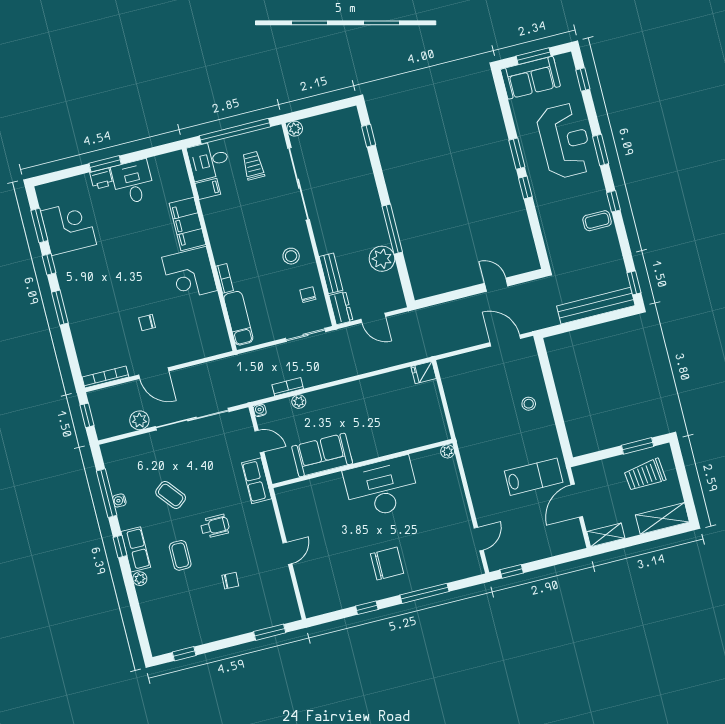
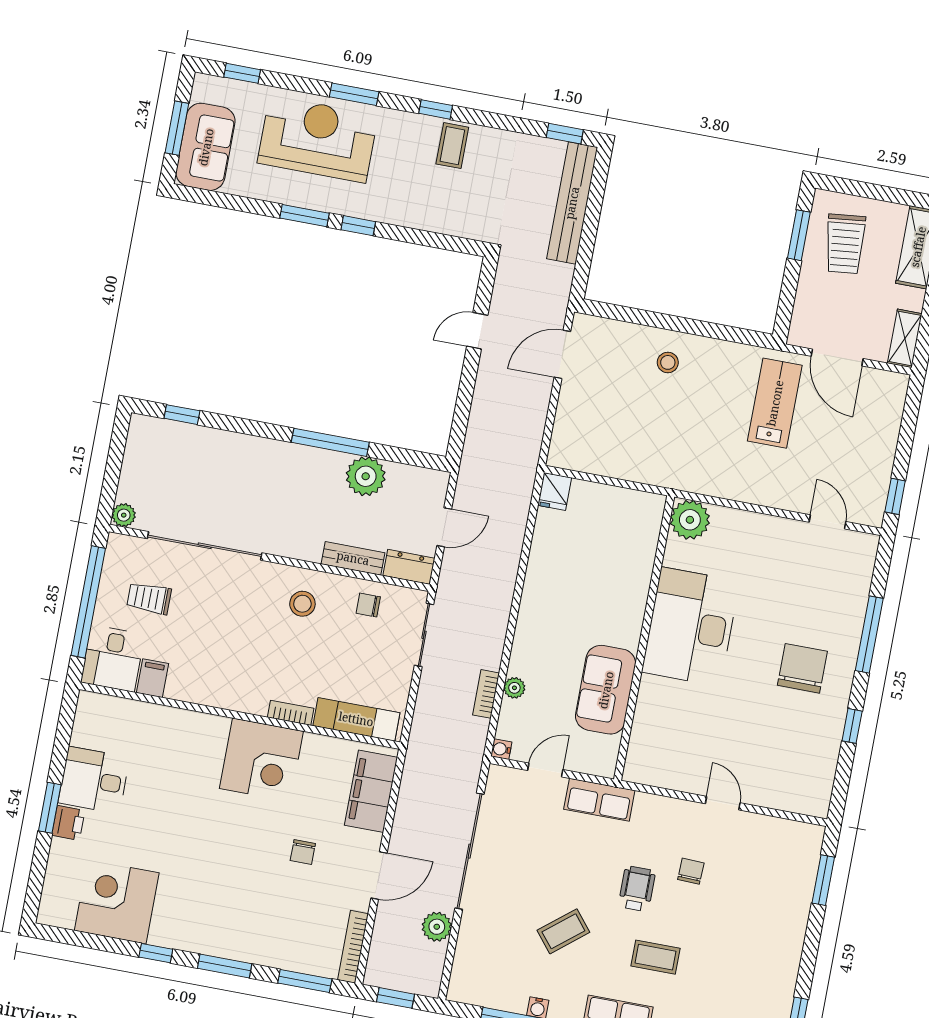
filing cabinet: (188, 224) -> (371, 791), moved, turned 90
window: (39, 225) -> (305, 981), moved
plant: (448, 451) -> (690, 520), width x1.88, depth x1.88
chair: (230, 581) -> (691, 871), moved

